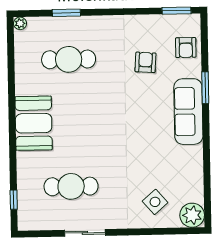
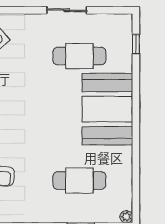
booth: (34, 123) -> (107, 109), width x1.36, depth x1.42

